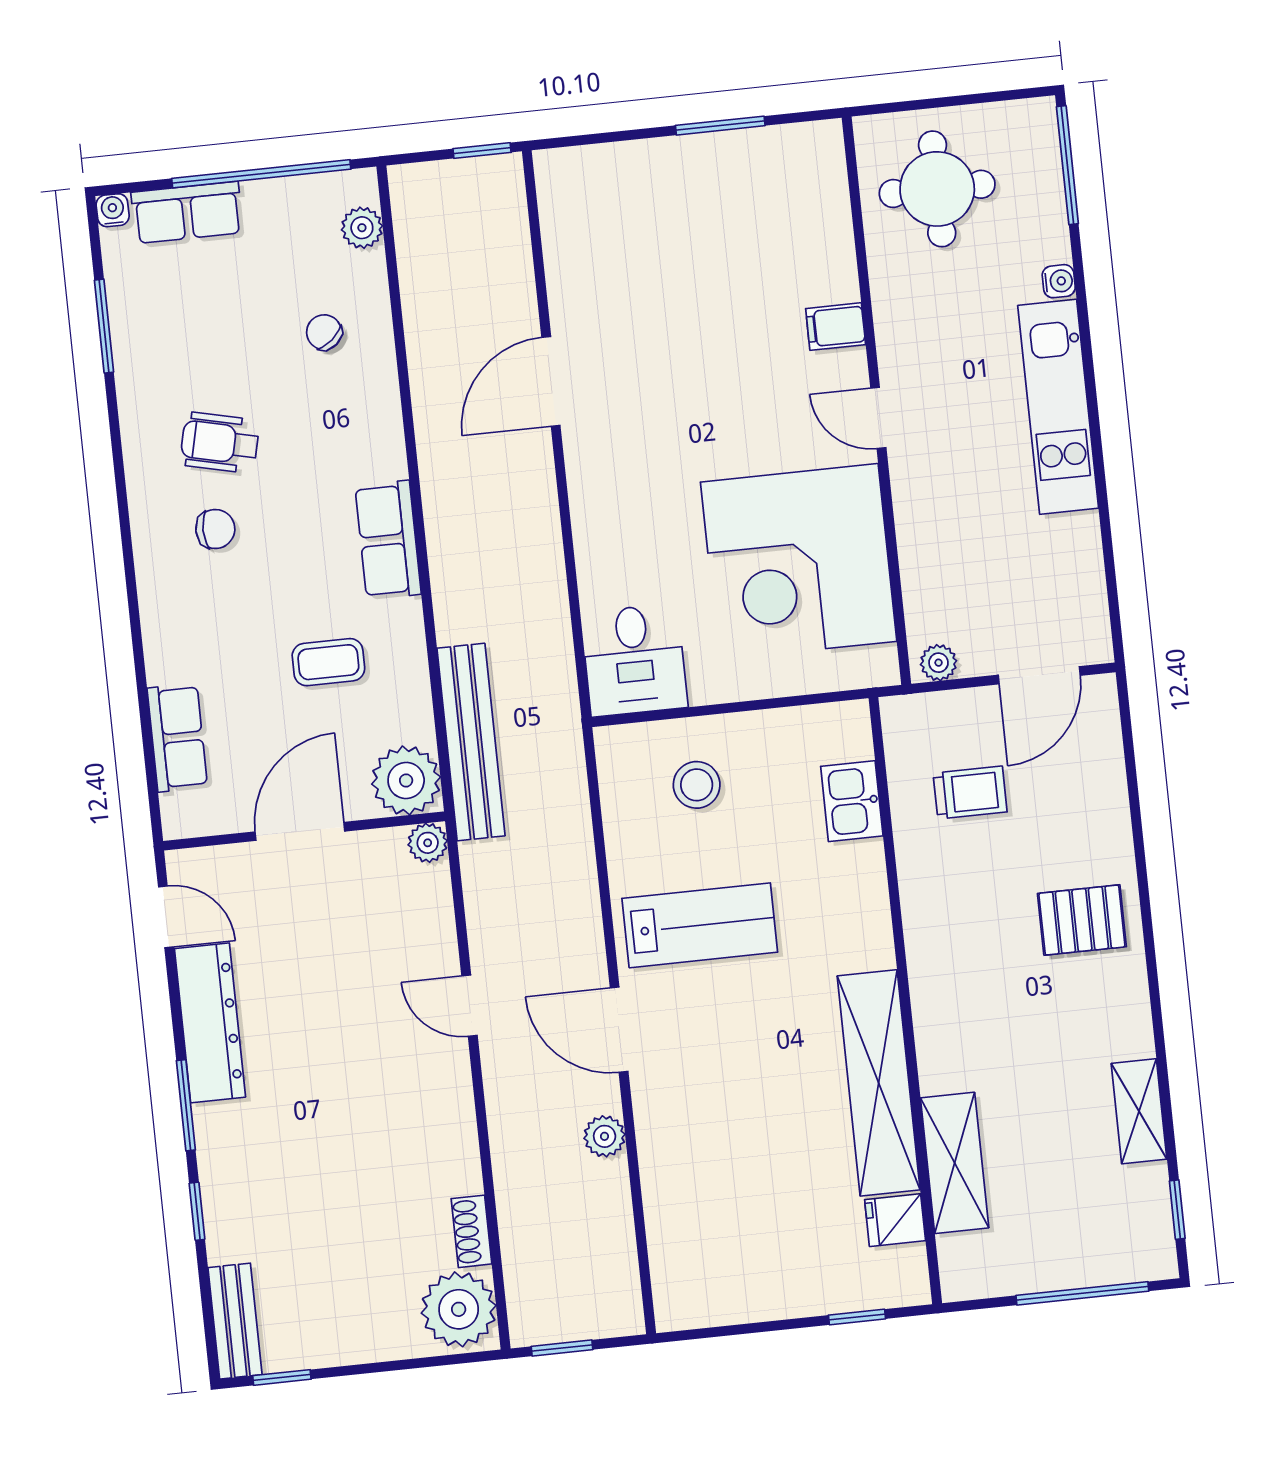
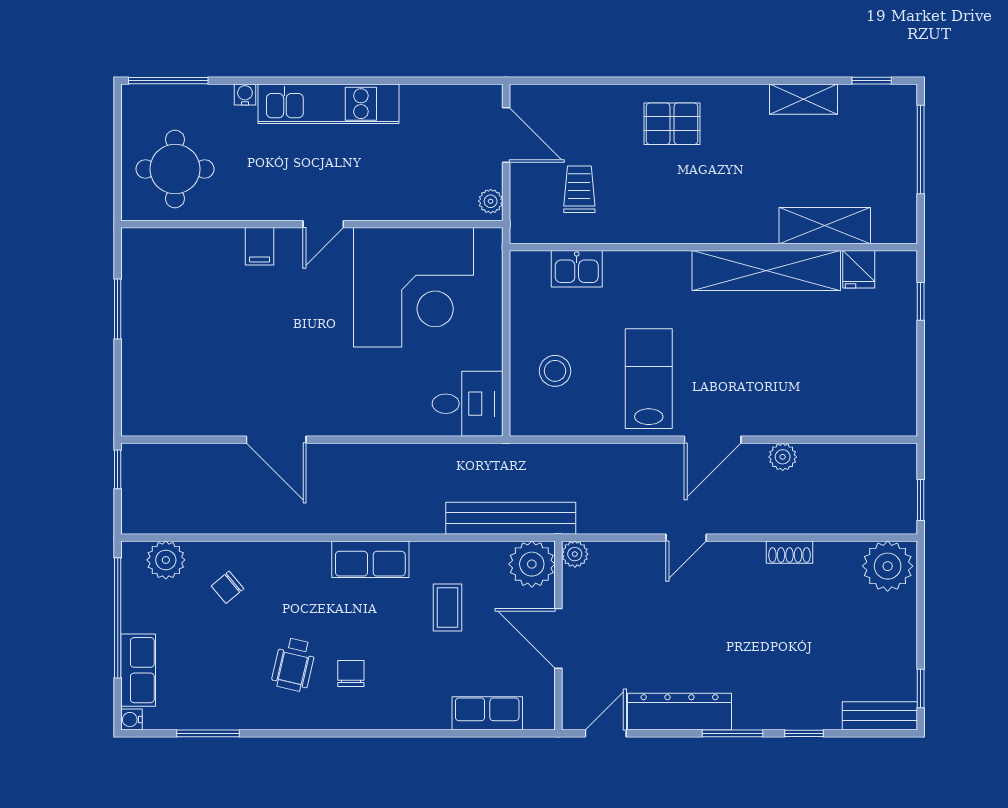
plant: (362, 228) -> (166, 560), width x1.38, depth x1.38
pallet: (1082, 920) -> (672, 124), turned 90
shoe rack: (471, 1231) -> (790, 552), moved

